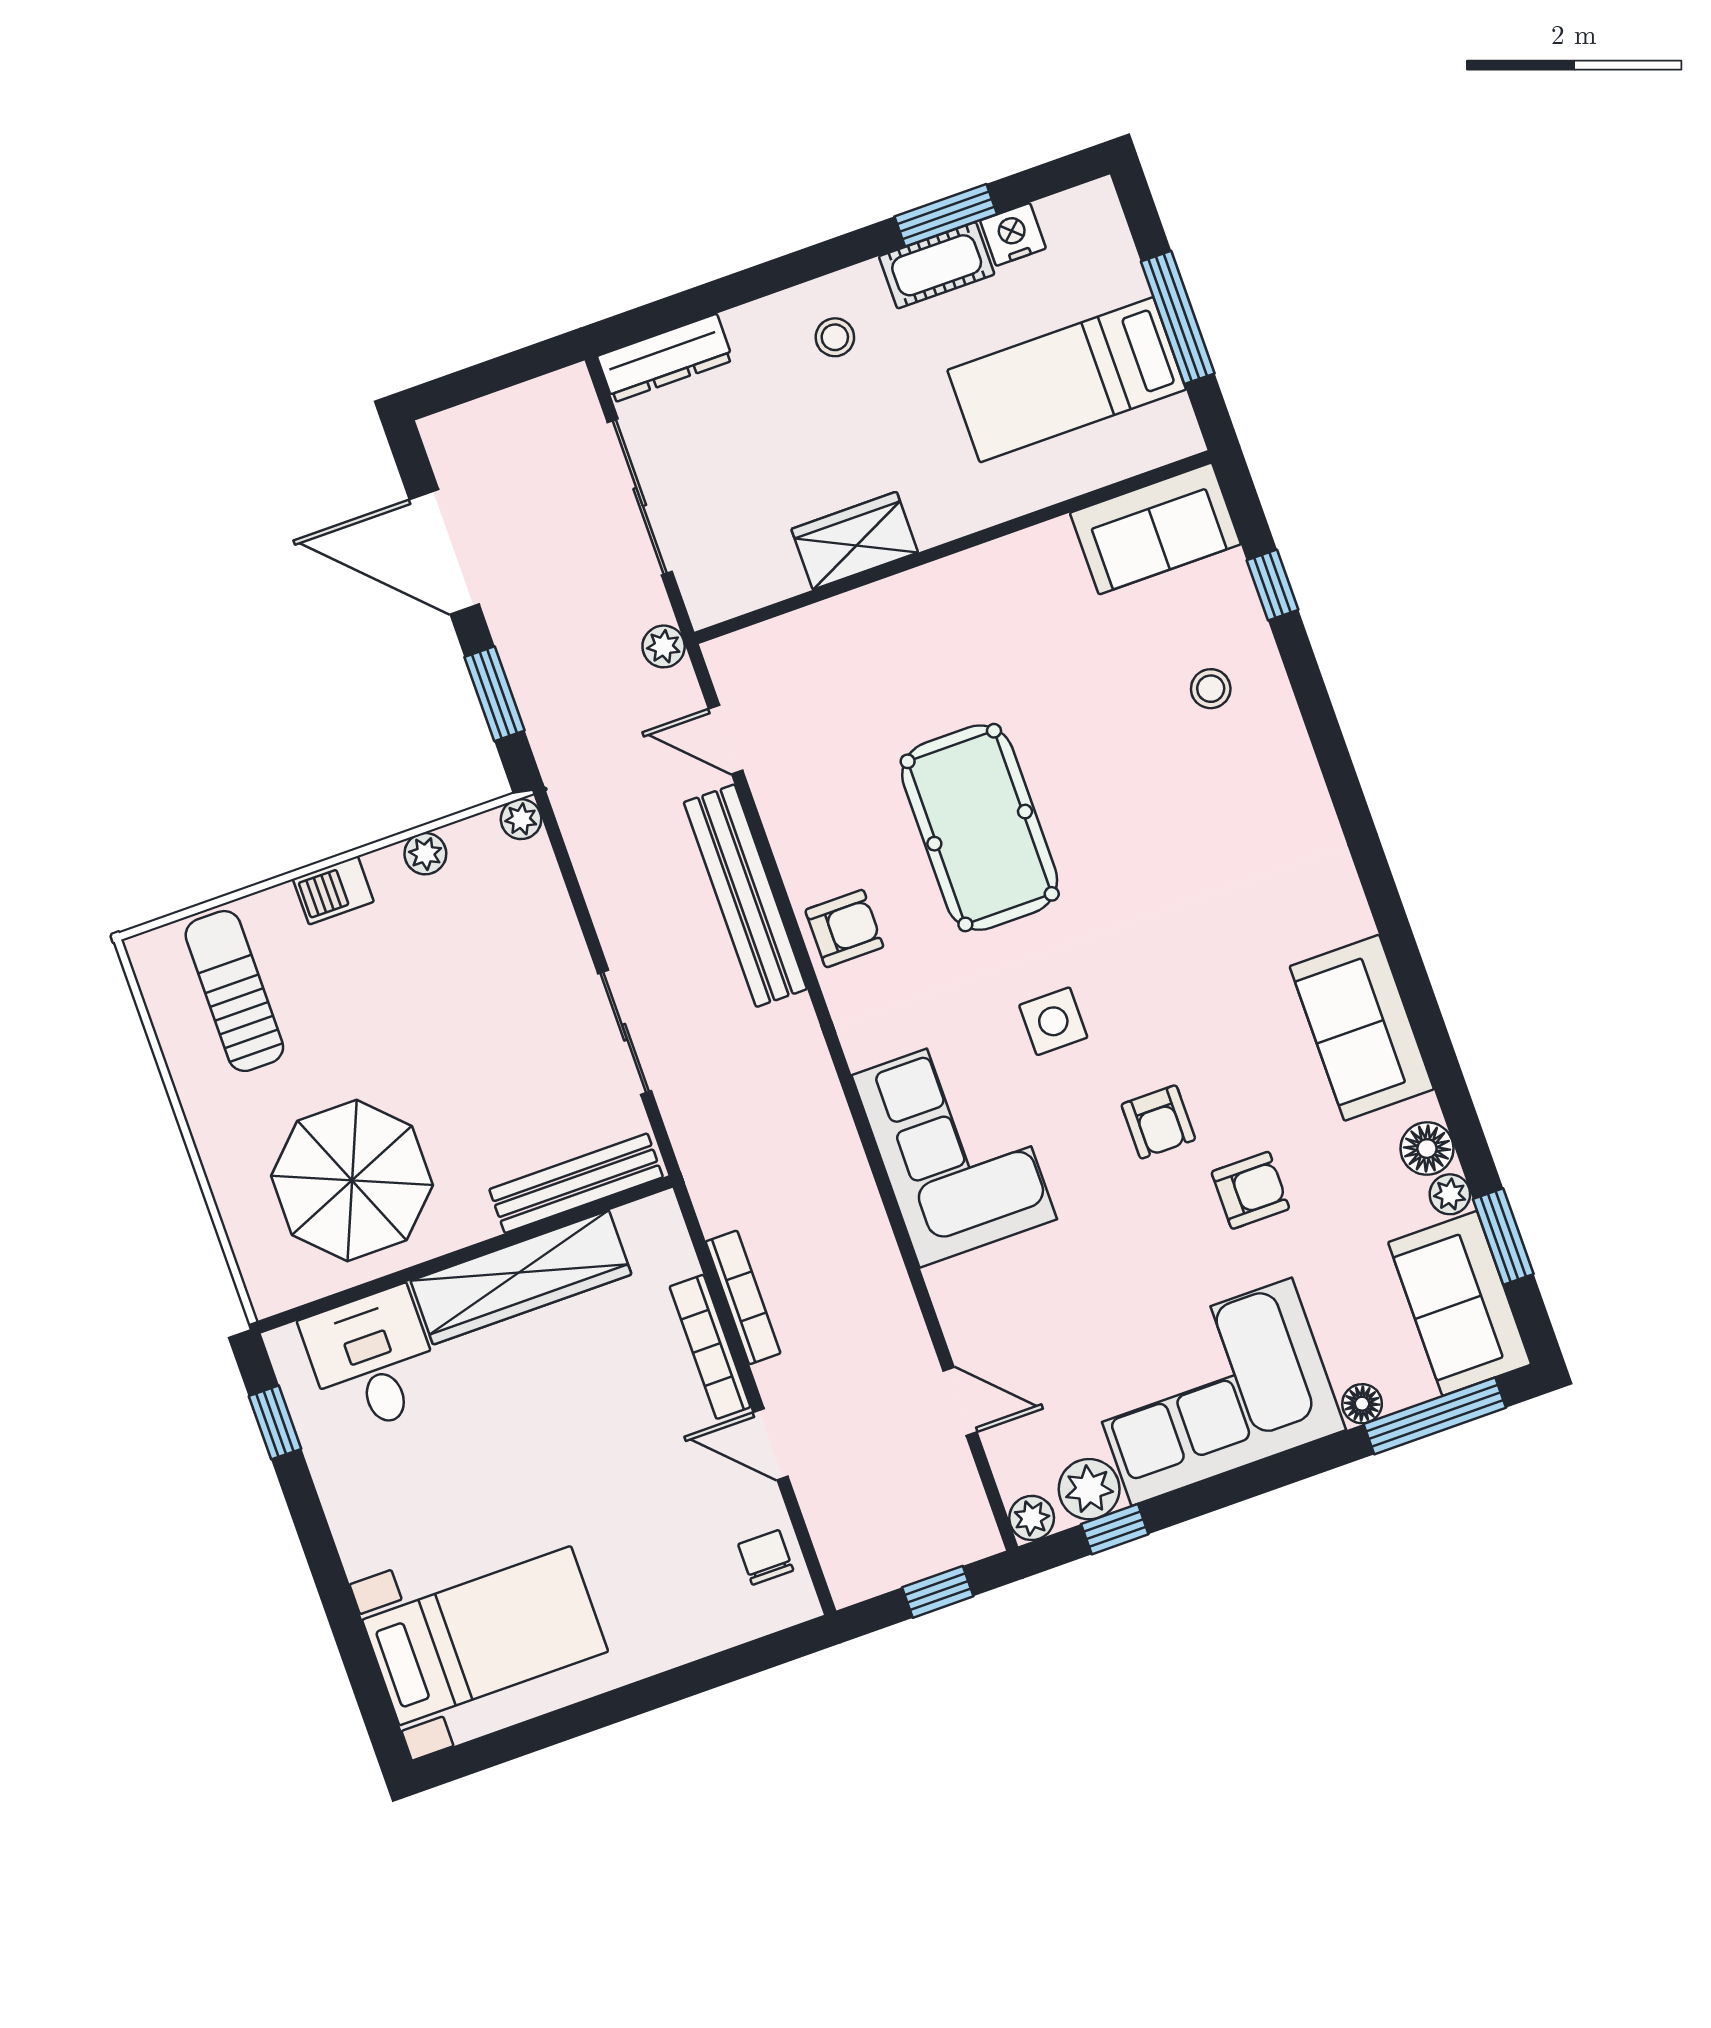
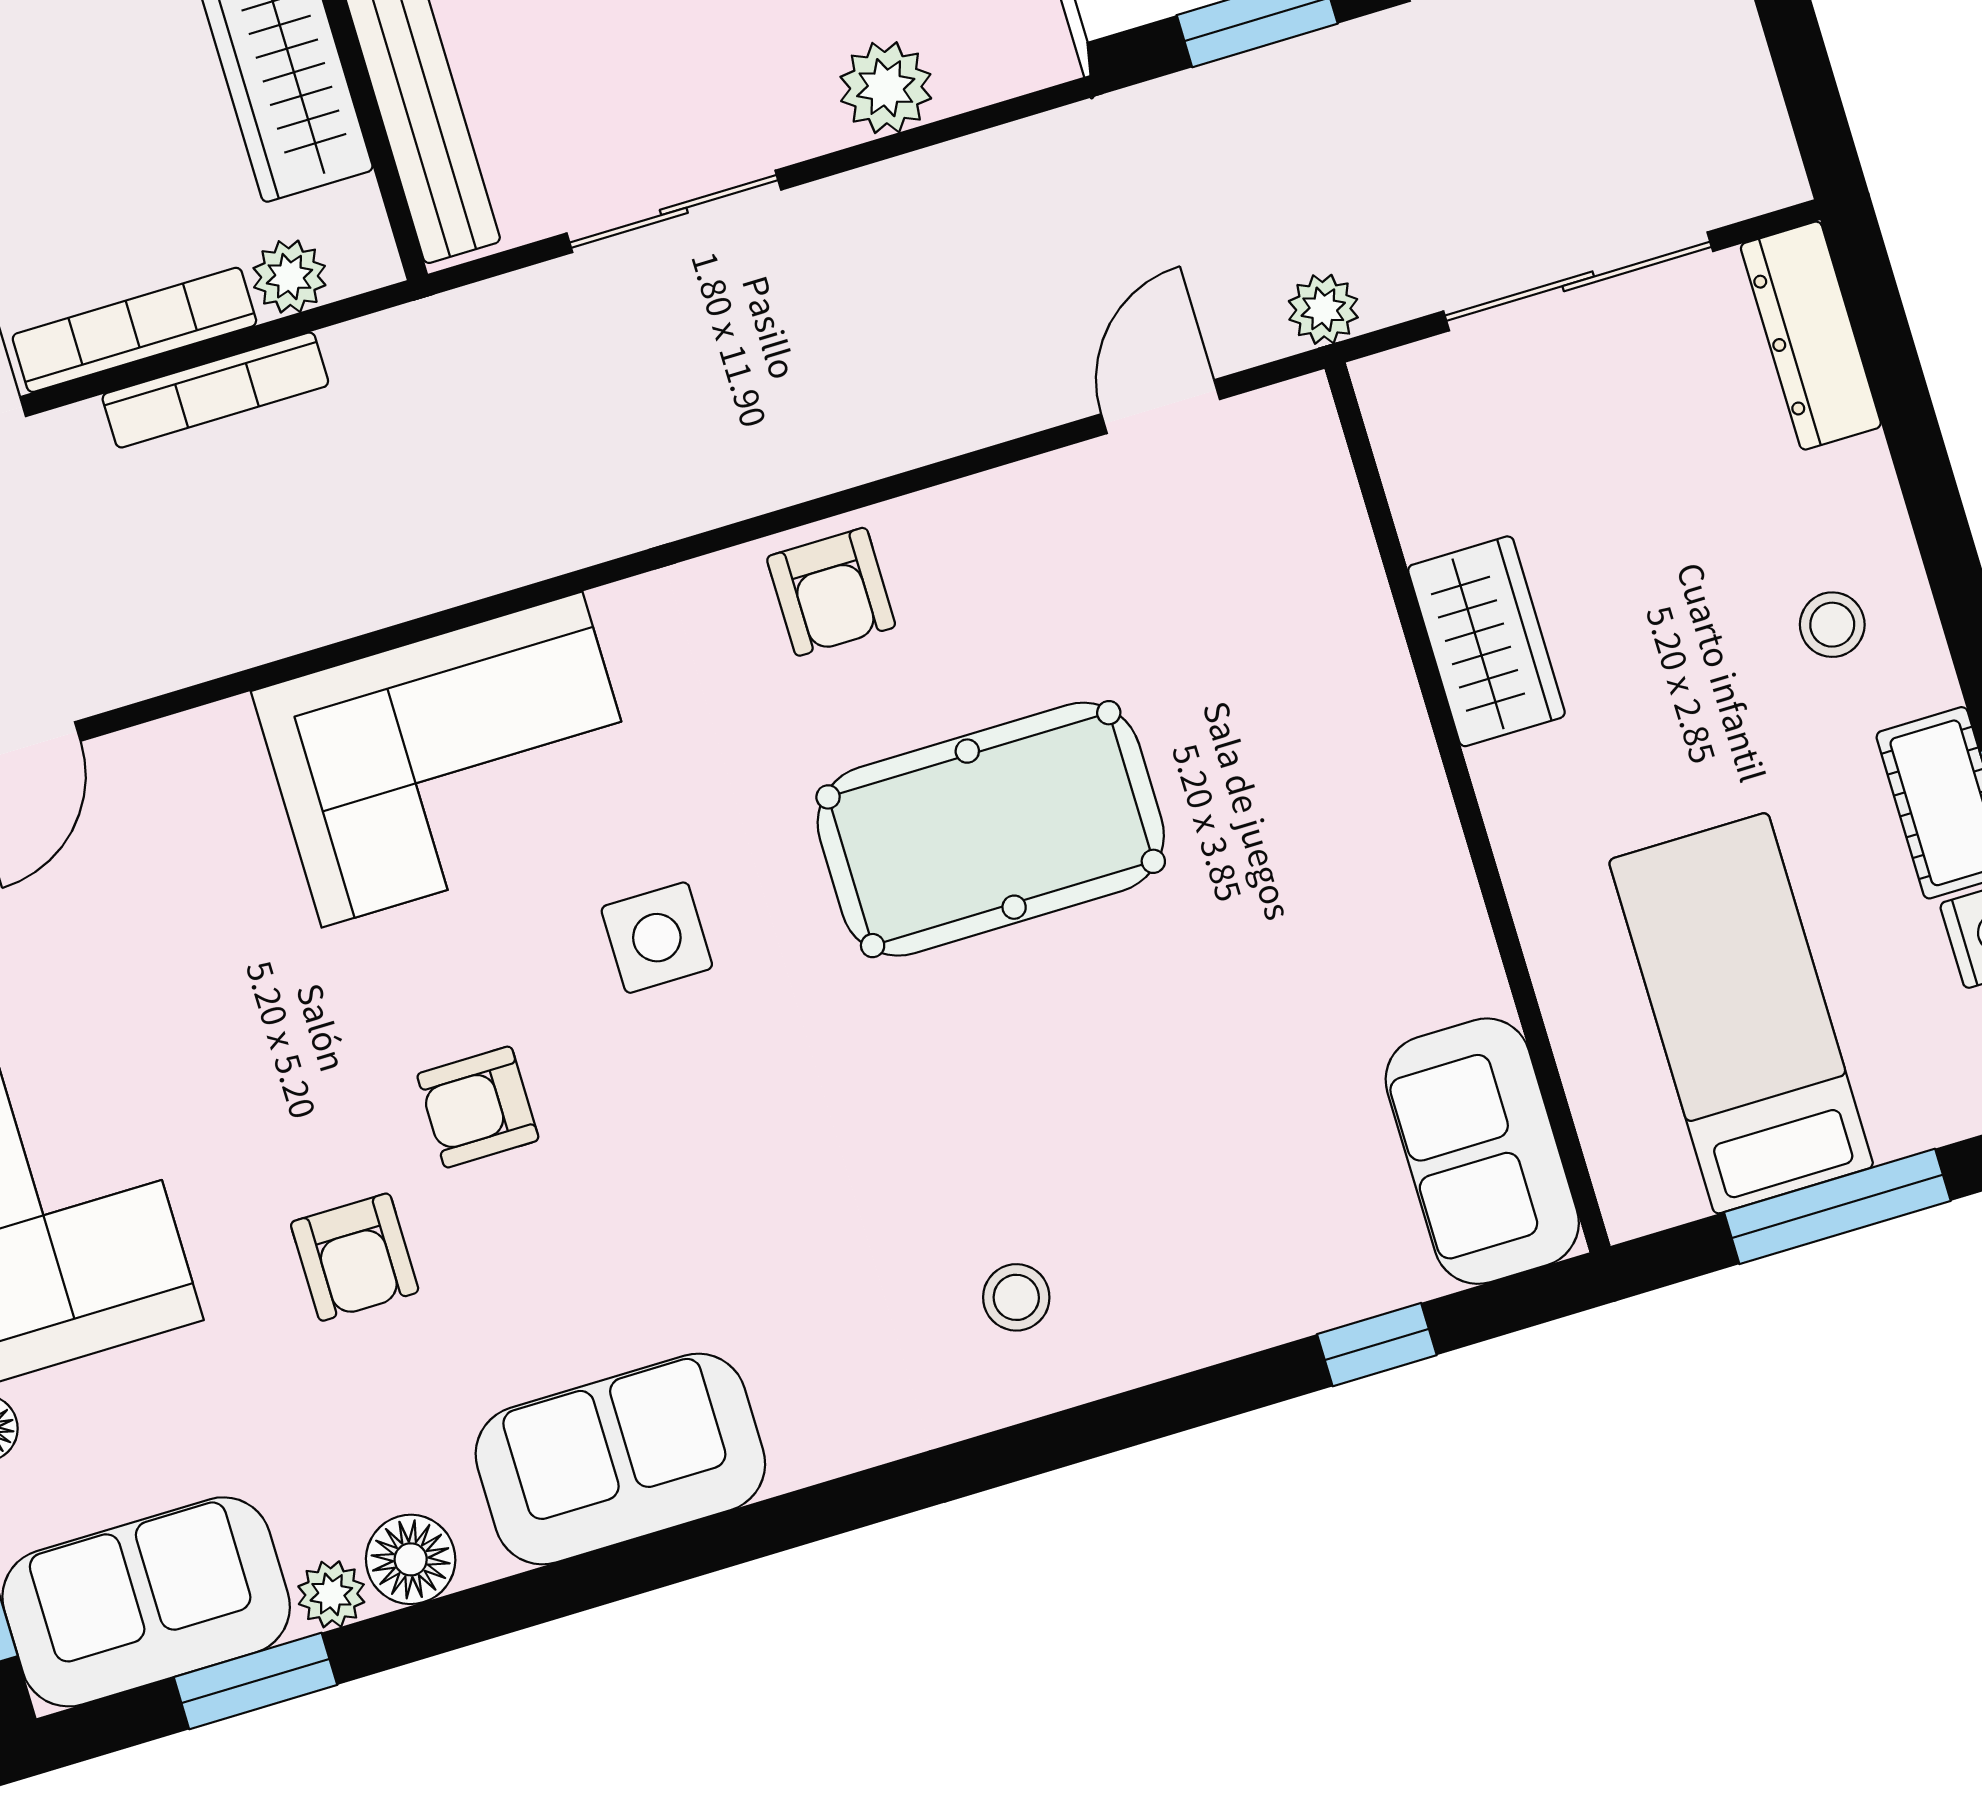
stool: (1211, 689) -> (1016, 1297), moved
plant: (521, 819) -> (886, 88), moved, width x1.38, depth x1.38
bench: (745, 896) -> (895, 427), removed
plant: (674, 1257) -> (289, 277), added

